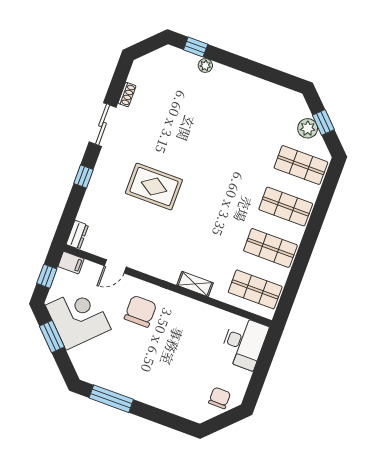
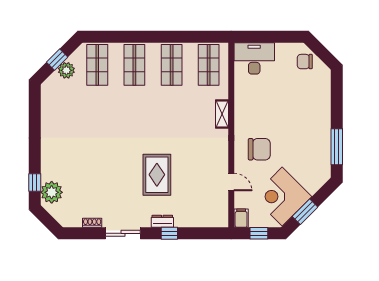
plant: (205, 65) -> (52, 192), moved, width x1.88, depth x1.88
dresser: (77, 235) -> (162, 221), moved
chair: (140, 311) -> (259, 149), turned 180

